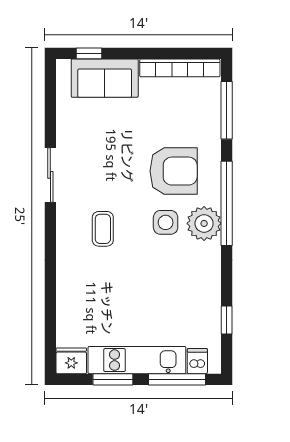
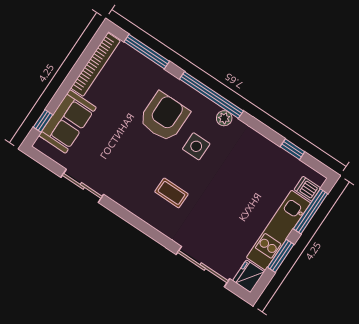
sliding door: (50, 175) -> (82, 186), moved
plant: (204, 223) -> (224, 118), width x0.53, depth x0.53
sliding door: (50, 309) -> (203, 267), added

